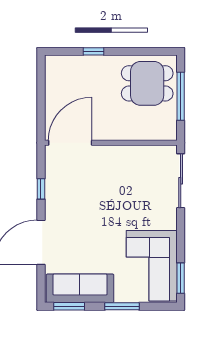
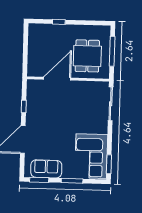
dining table: (147, 83) -> (87, 56), moved, turned 90
door: (70, 143) -> (57, 79), moved
sofa: (80, 288) -> (46, 169), width x0.73

